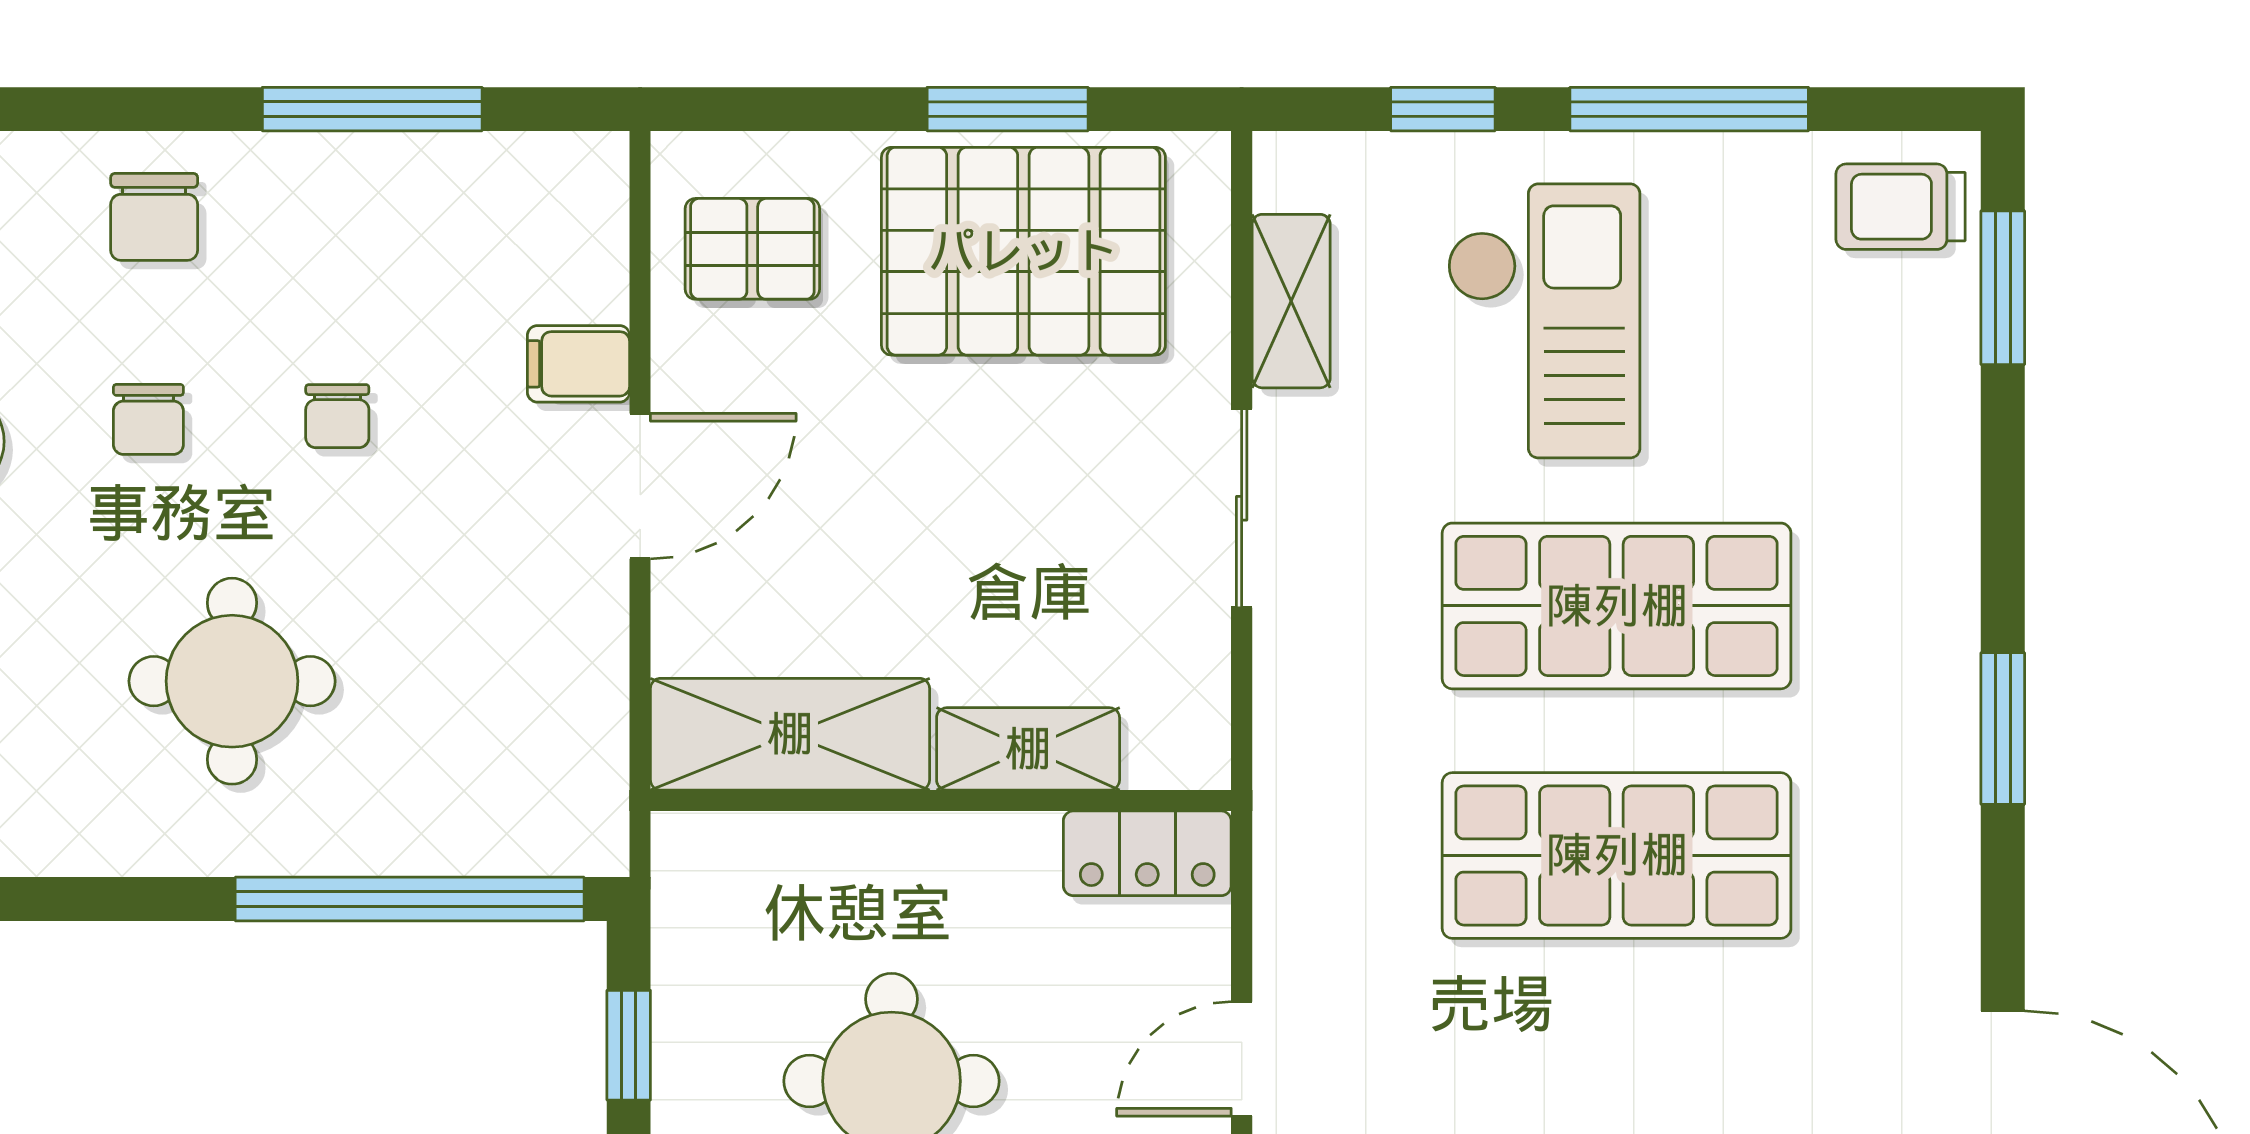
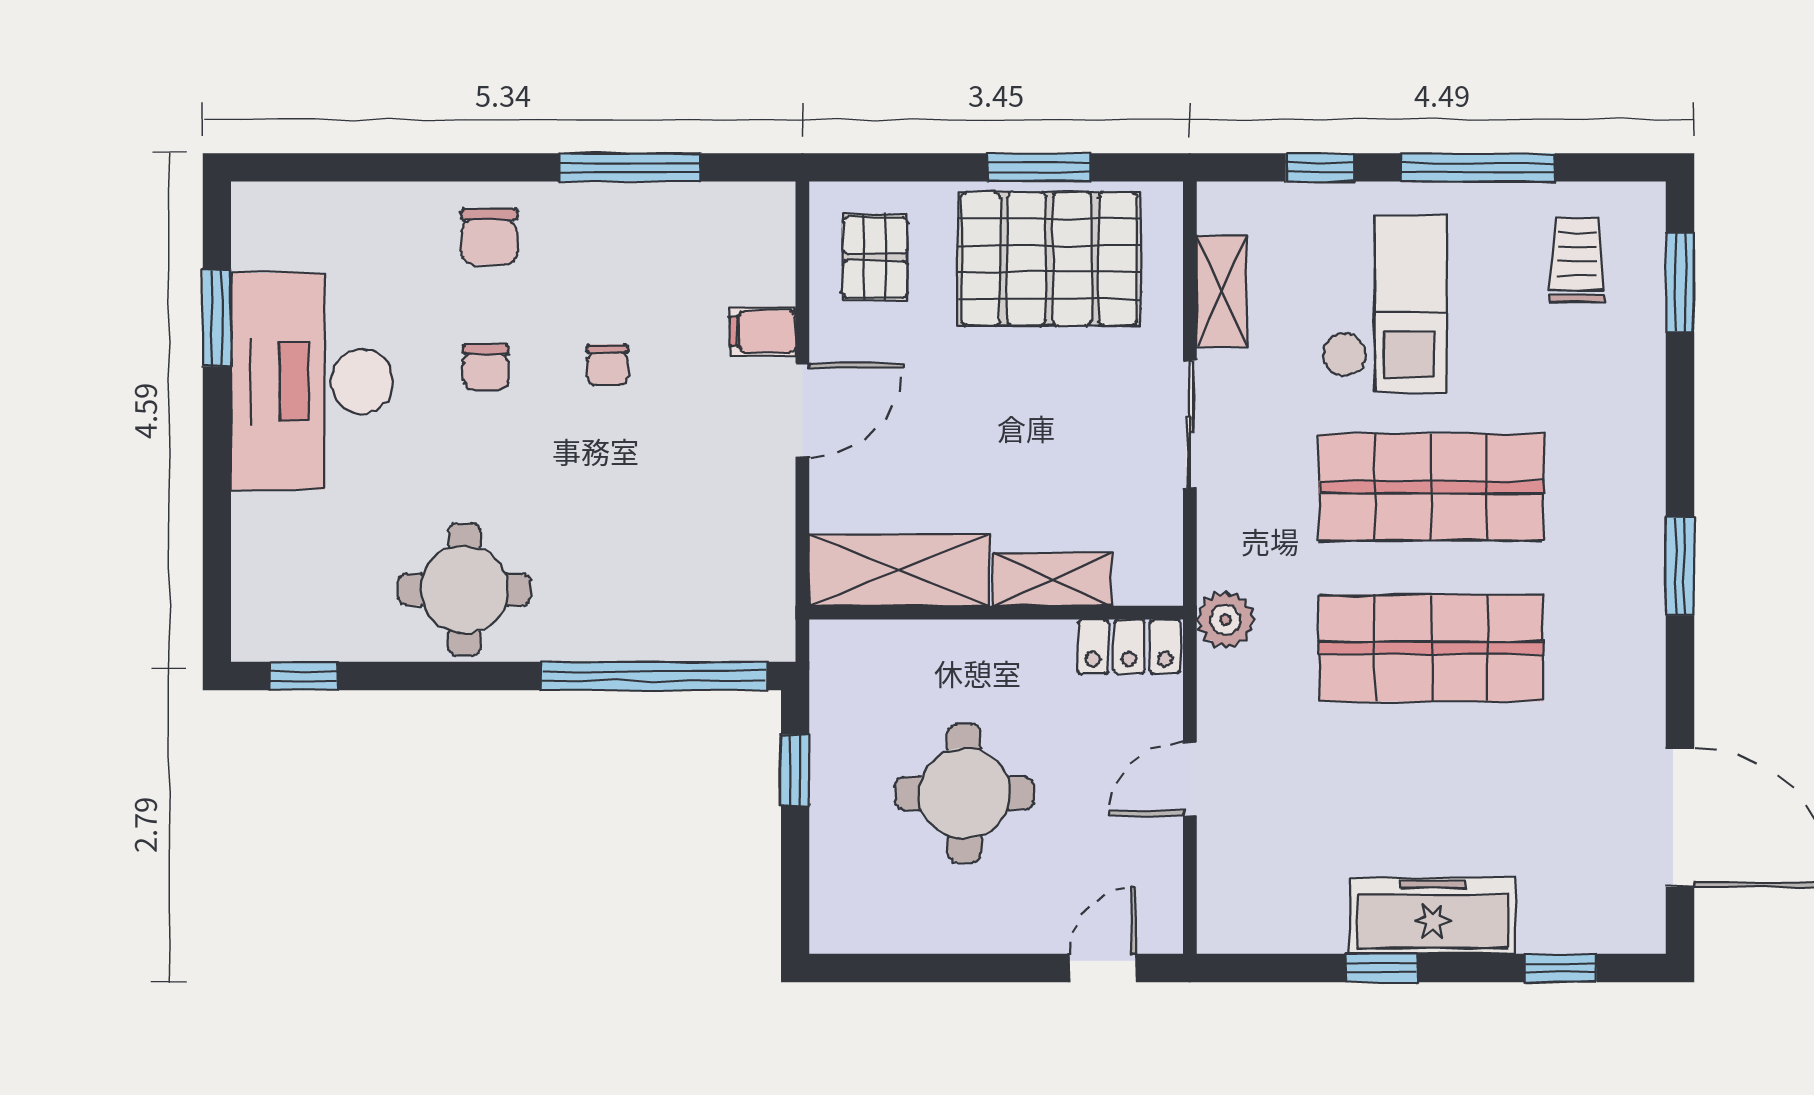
trolley: (1901, 207) -> (1577, 260), moved, turned 90
pallet: (752, 249) -> (875, 257), turned 90
round table: (232, 681) -> (464, 589), moved
plant: (1297, 812) -> (1225, 620), added

